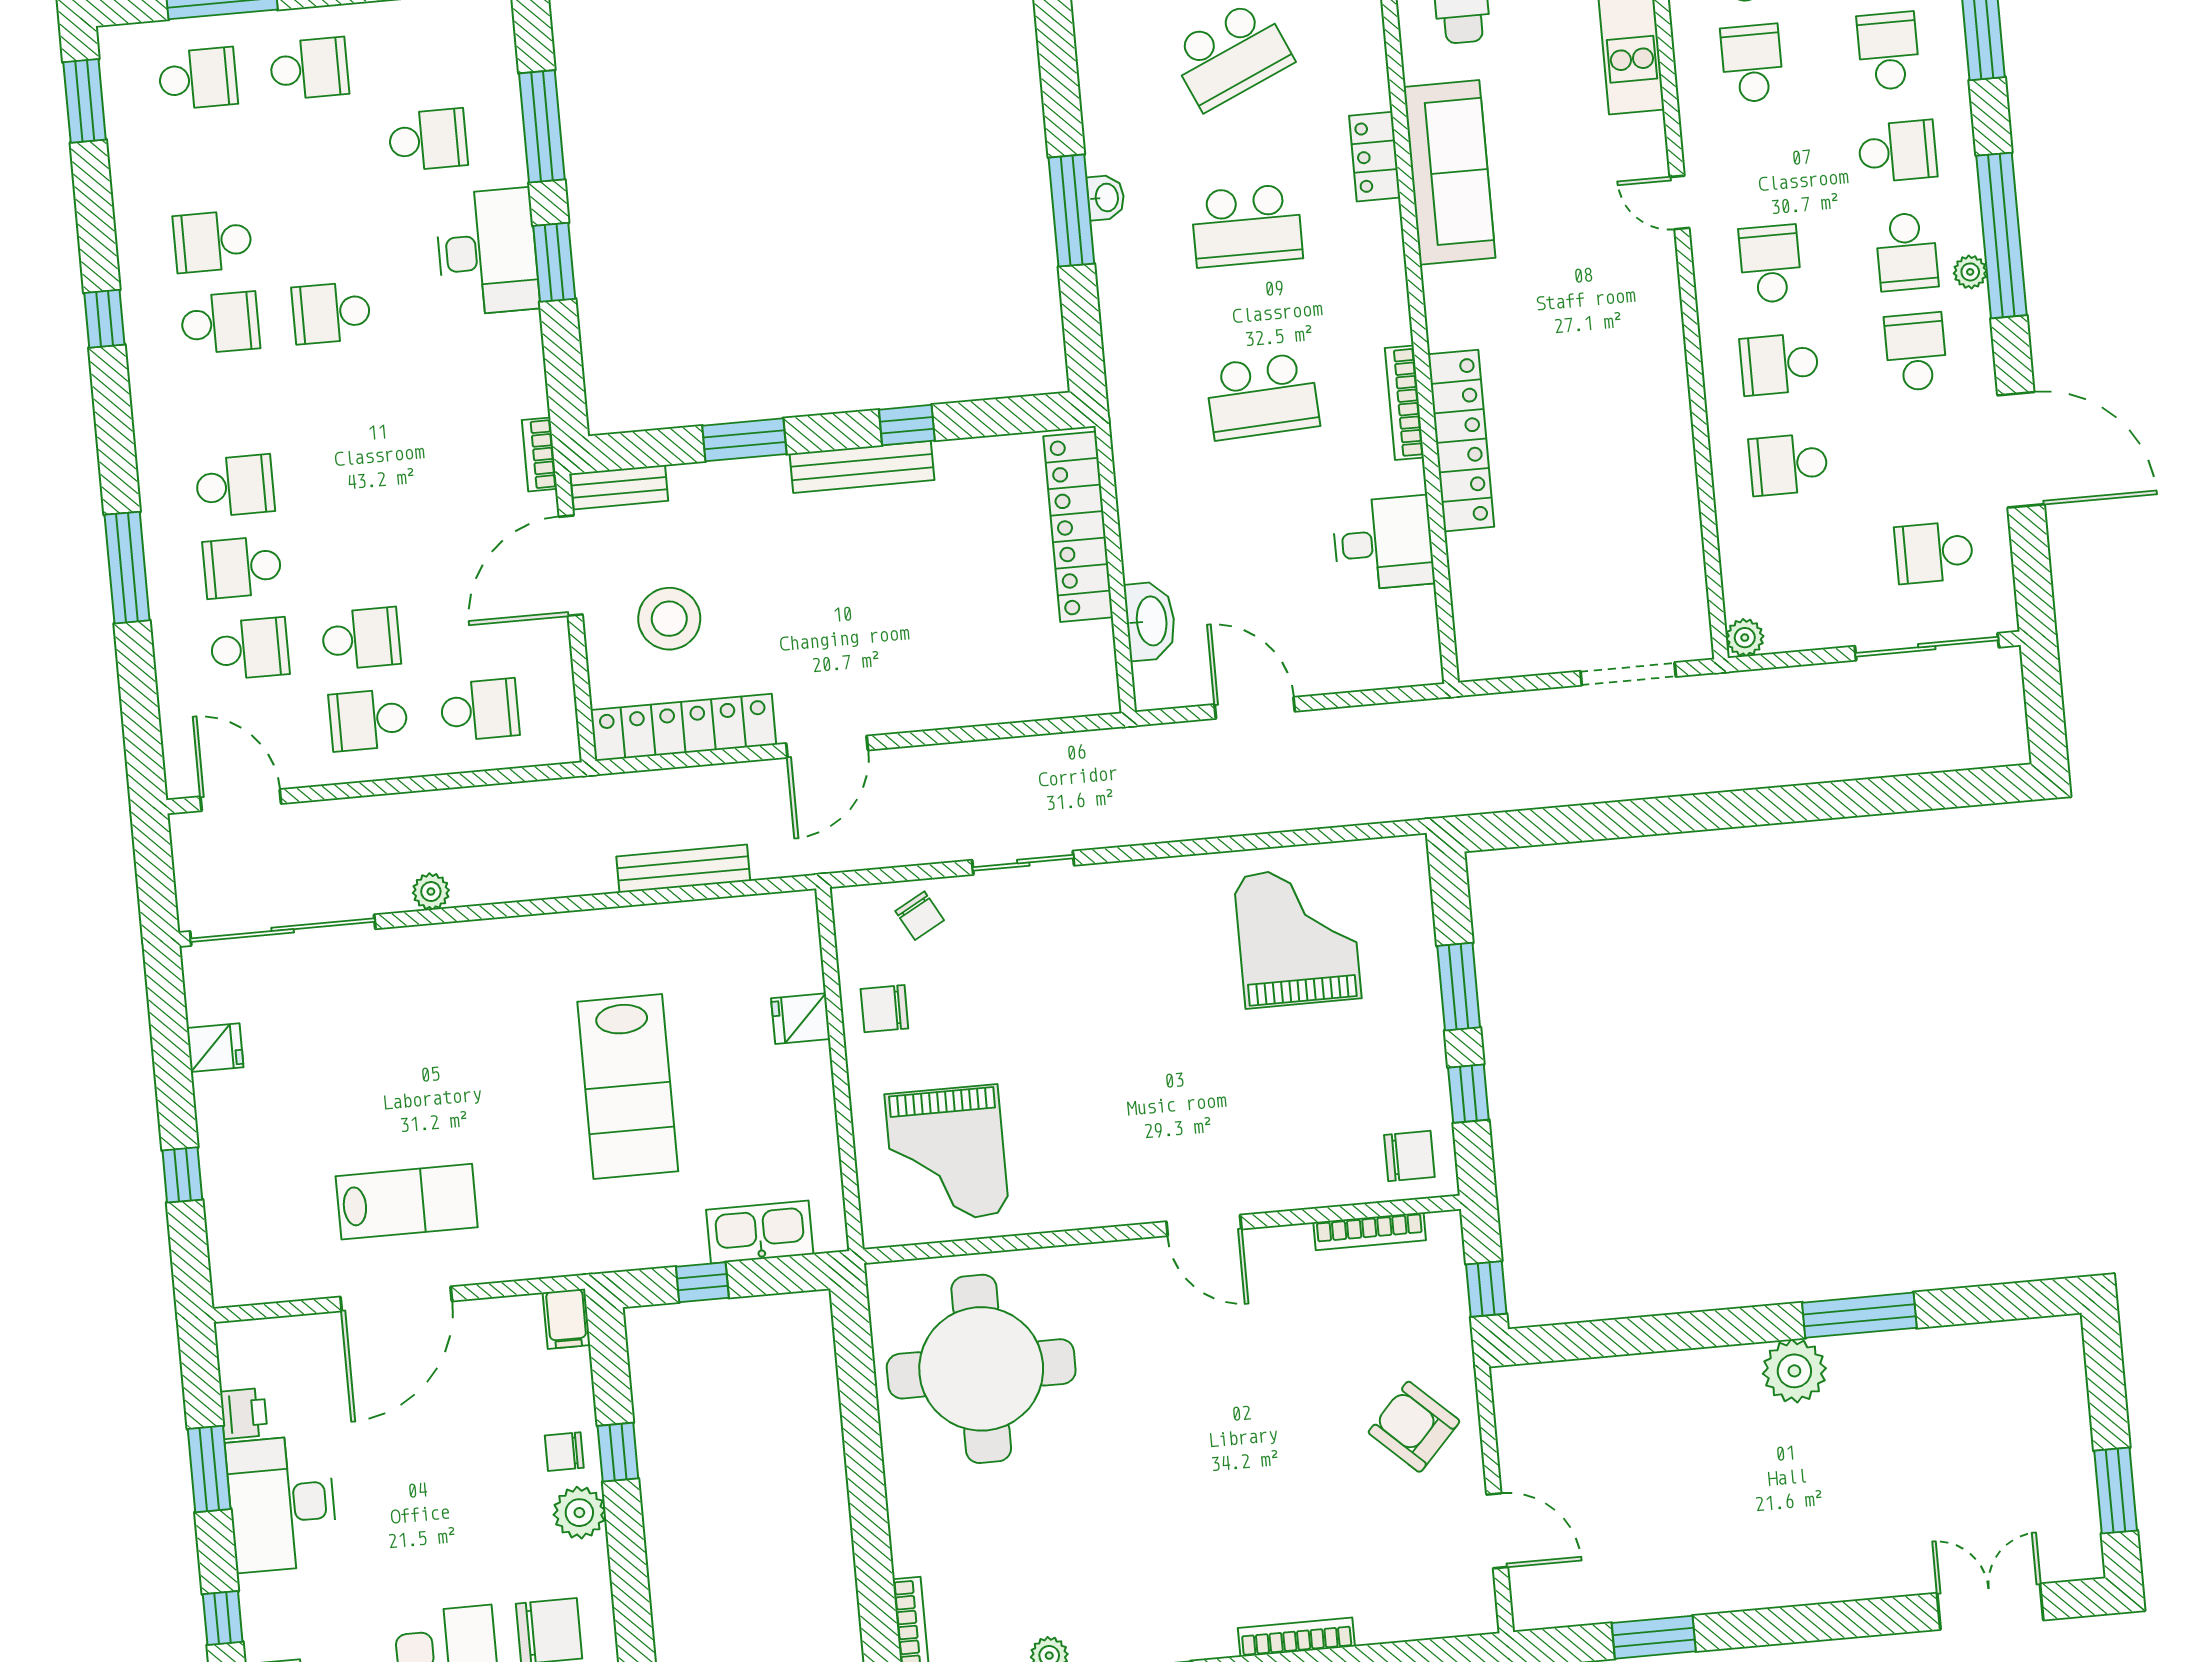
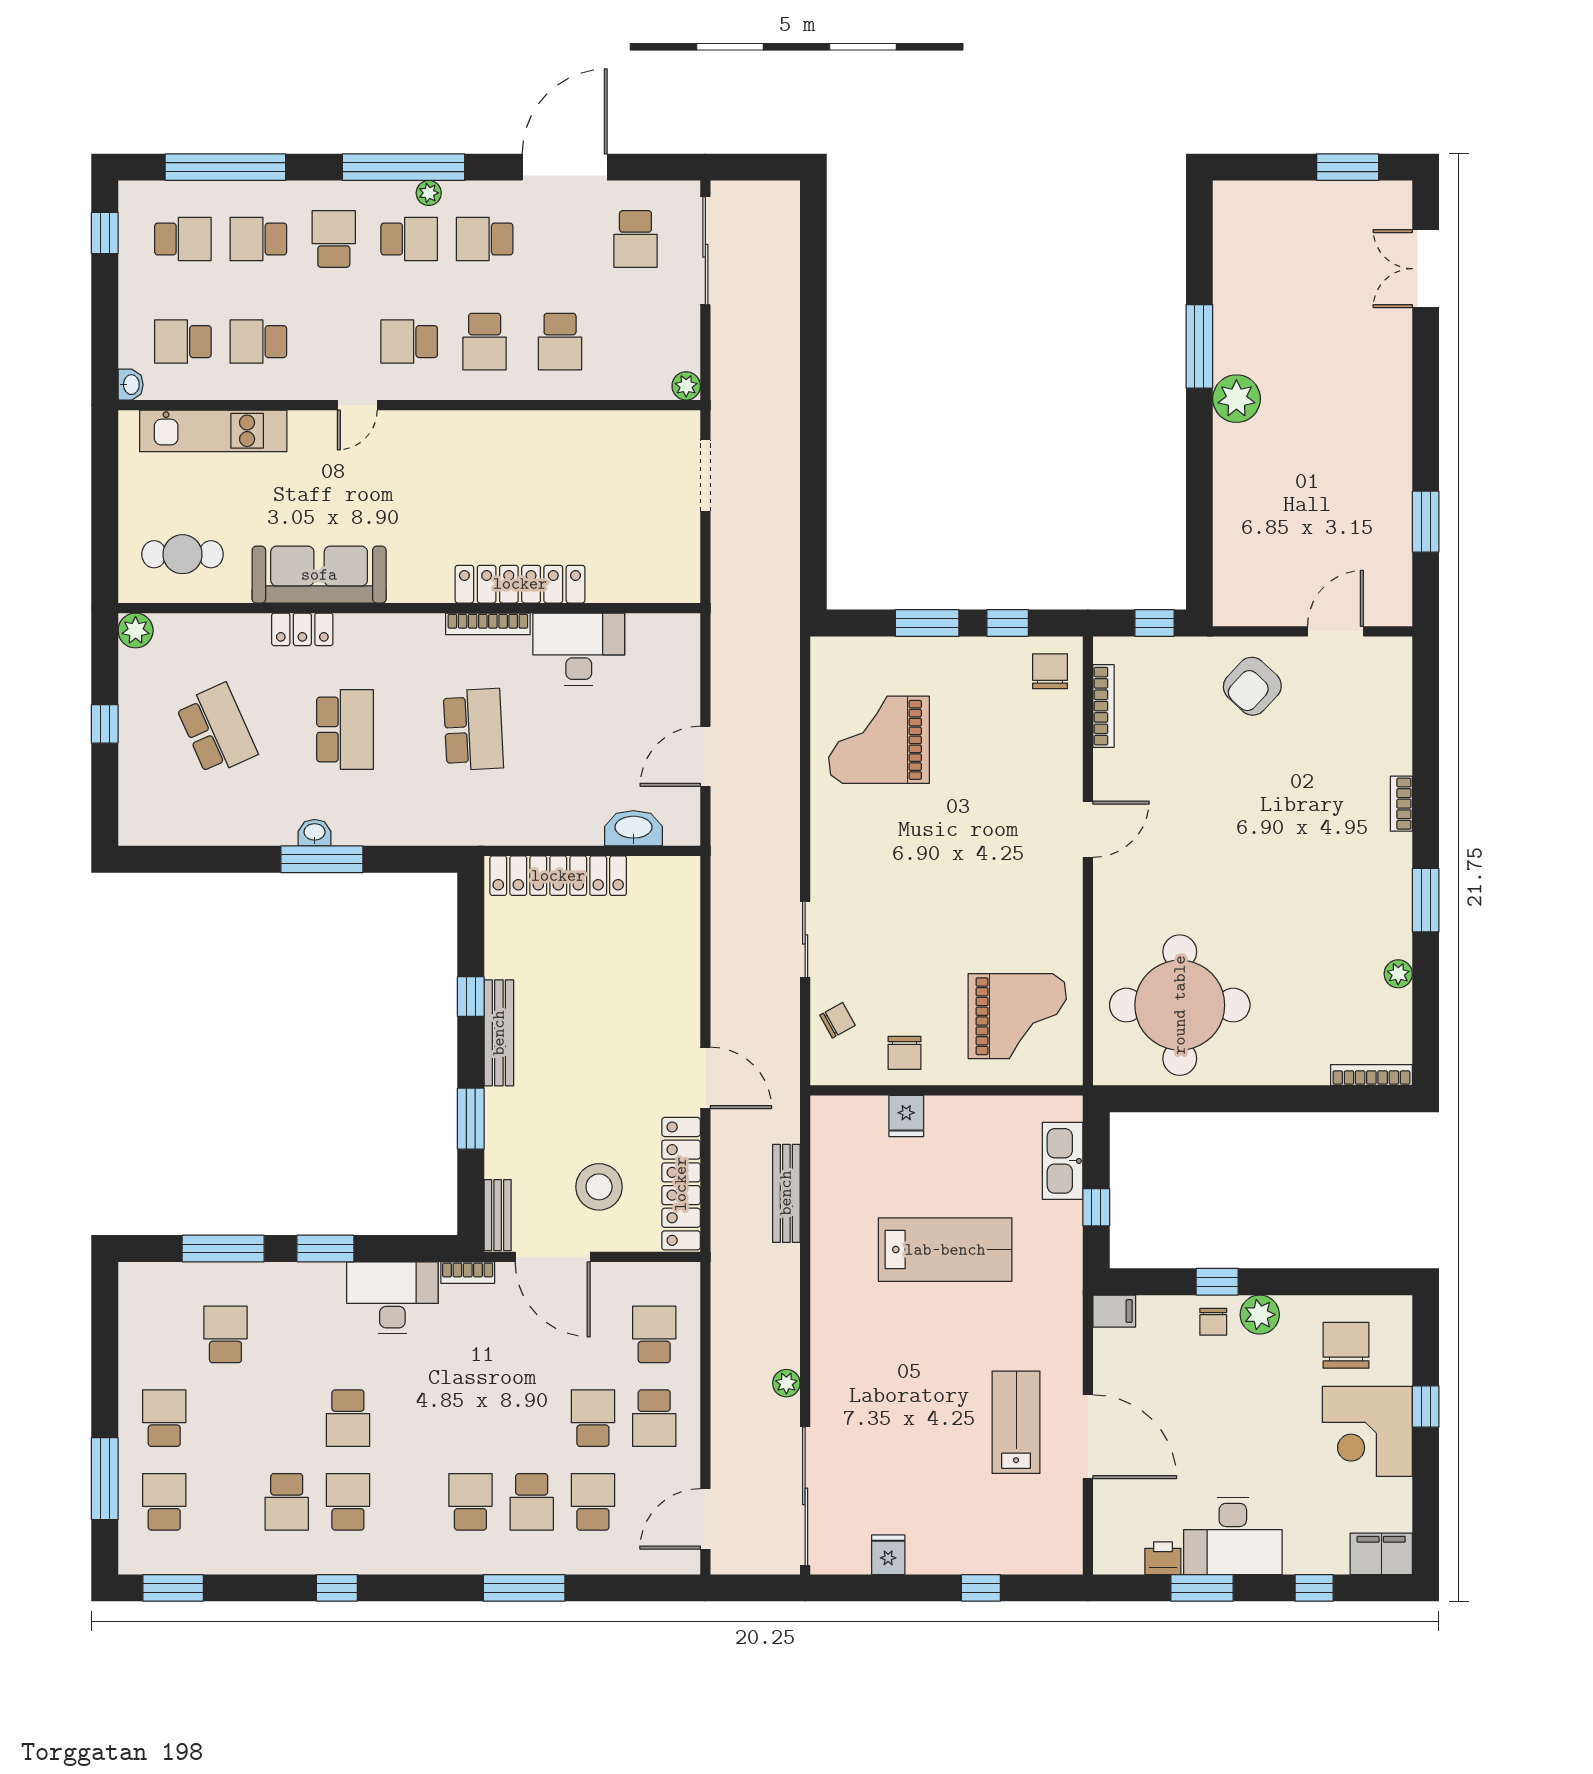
desk: (487, 252) -> (392, 1298), moved
desk: (1383, 543) -> (579, 649), width x1.37
bookcase: (1296, 1637) -> (1401, 804), width x0.64

